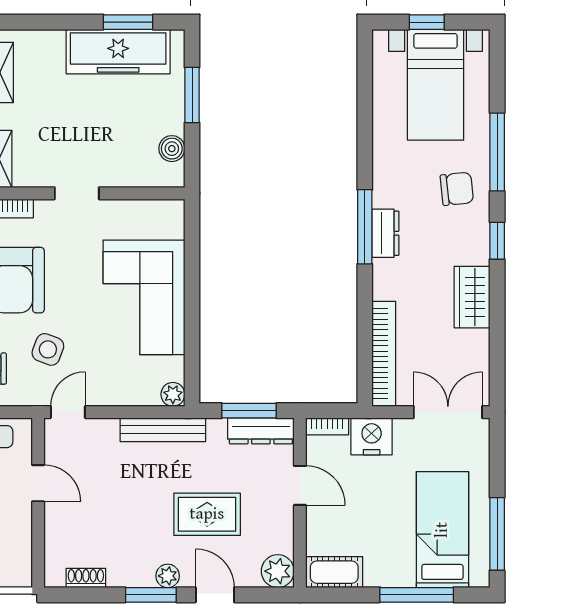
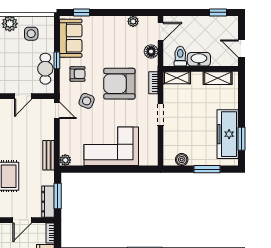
bench: (163, 430) -> (49, 155), width x0.73

